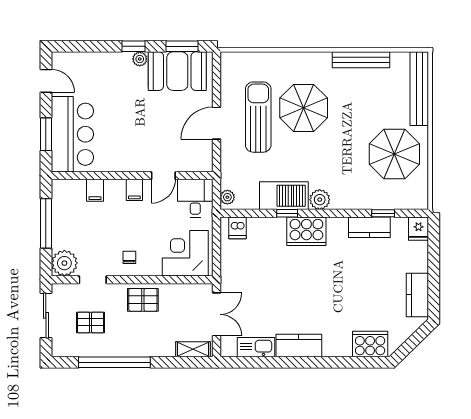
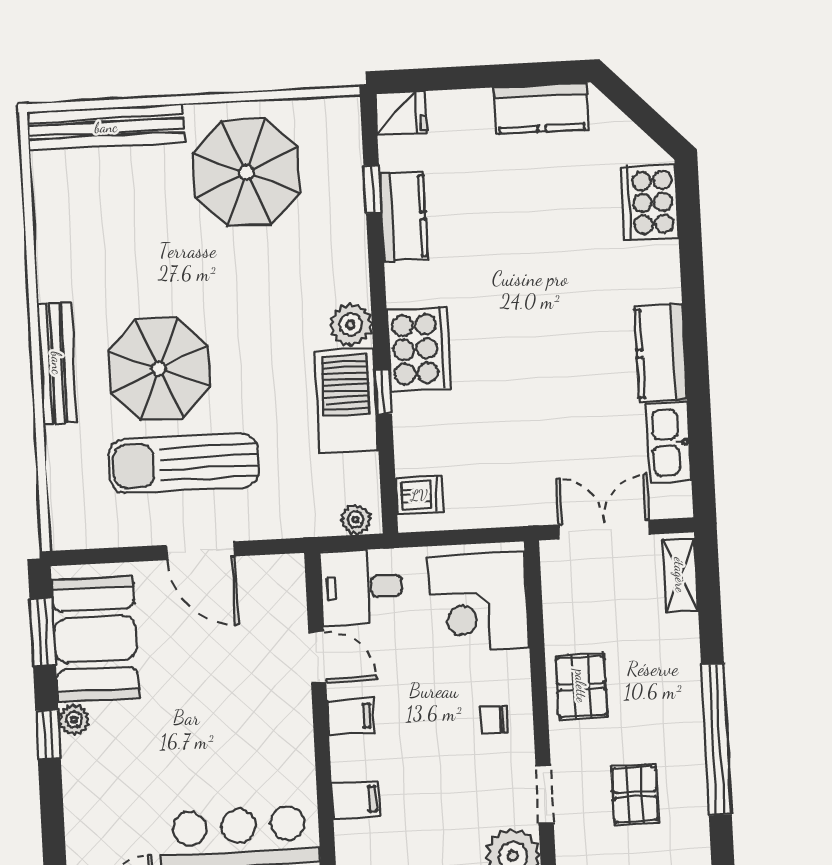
bench: (361, 60) -> (57, 363), moved

